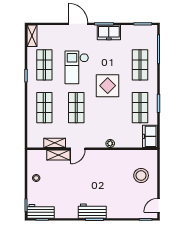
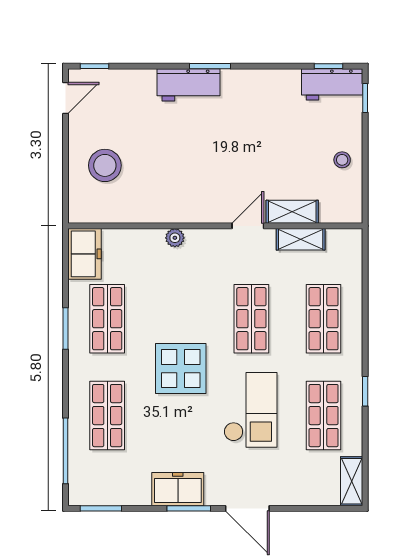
workbench: (92, 211) -> (188, 85), moved

